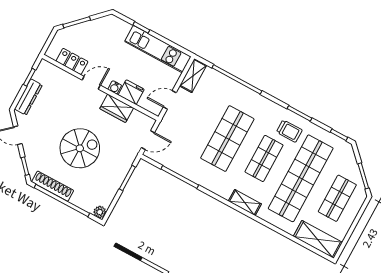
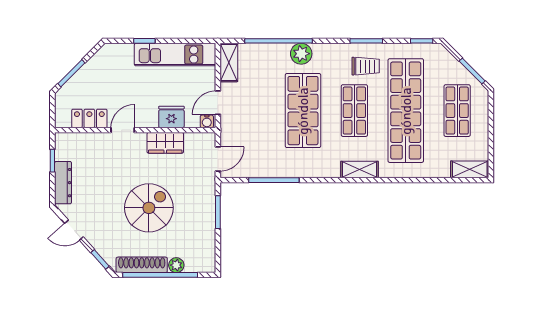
water cooler: (115, 87) -> (207, 121), moved
plant: (248, 97) -> (301, 54), added
plant: (100, 212) -> (176, 265), moved
shelving: (318, 239) -> (470, 169), width x0.67, depth x0.75

